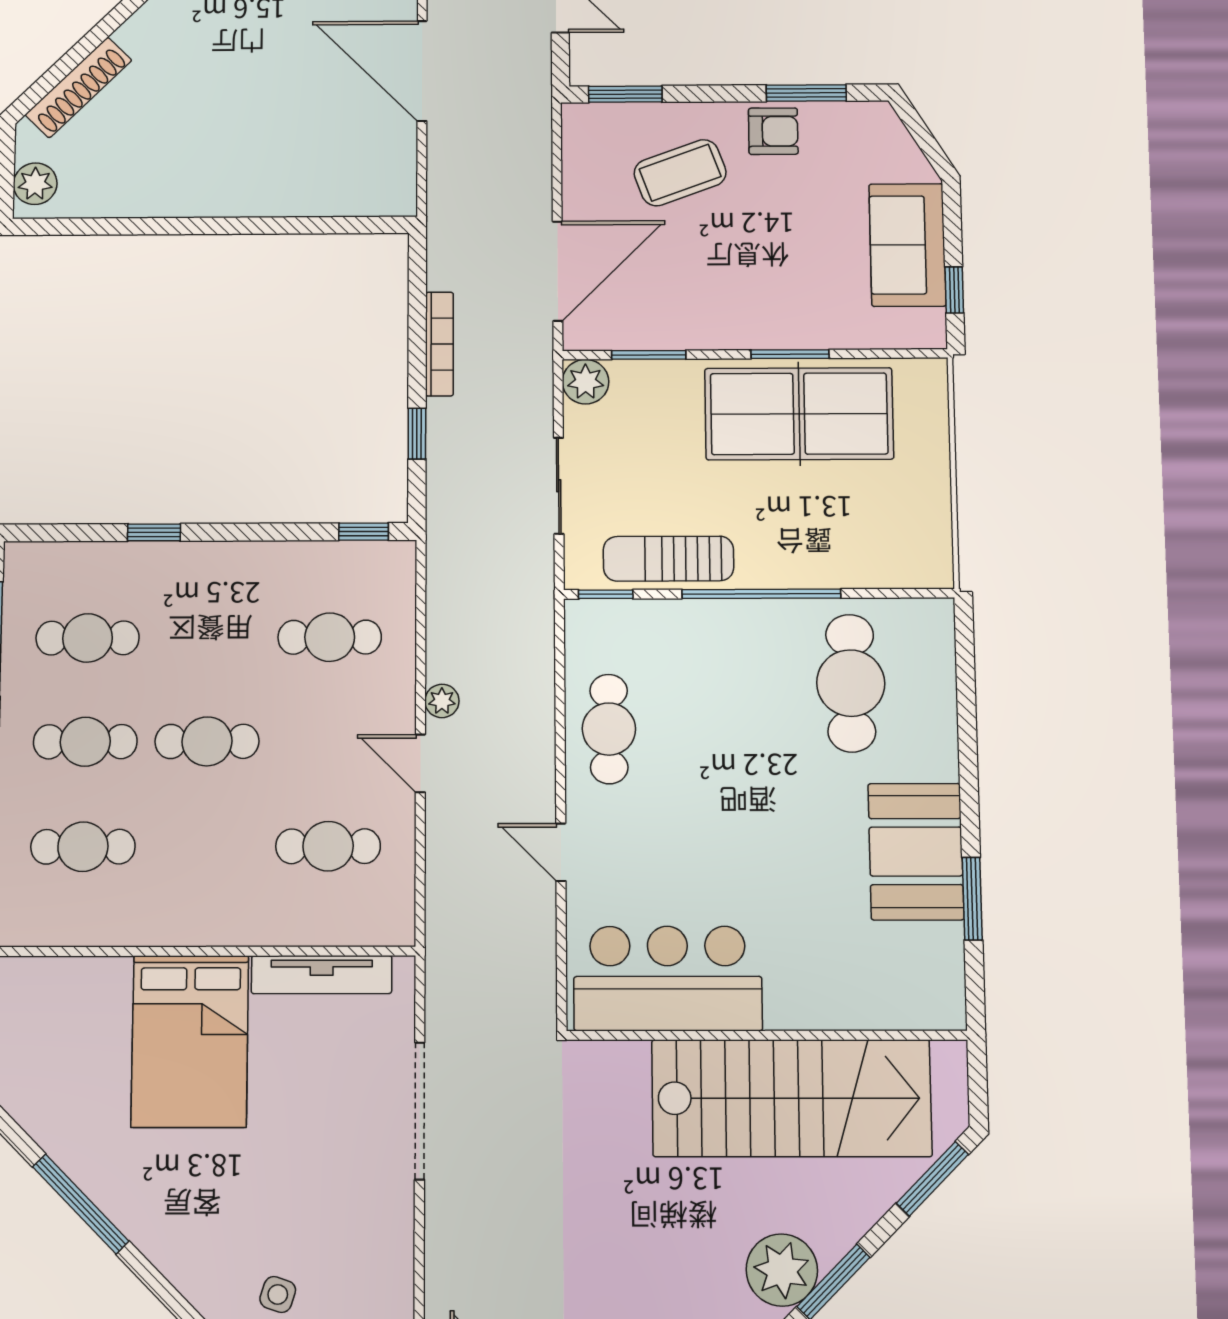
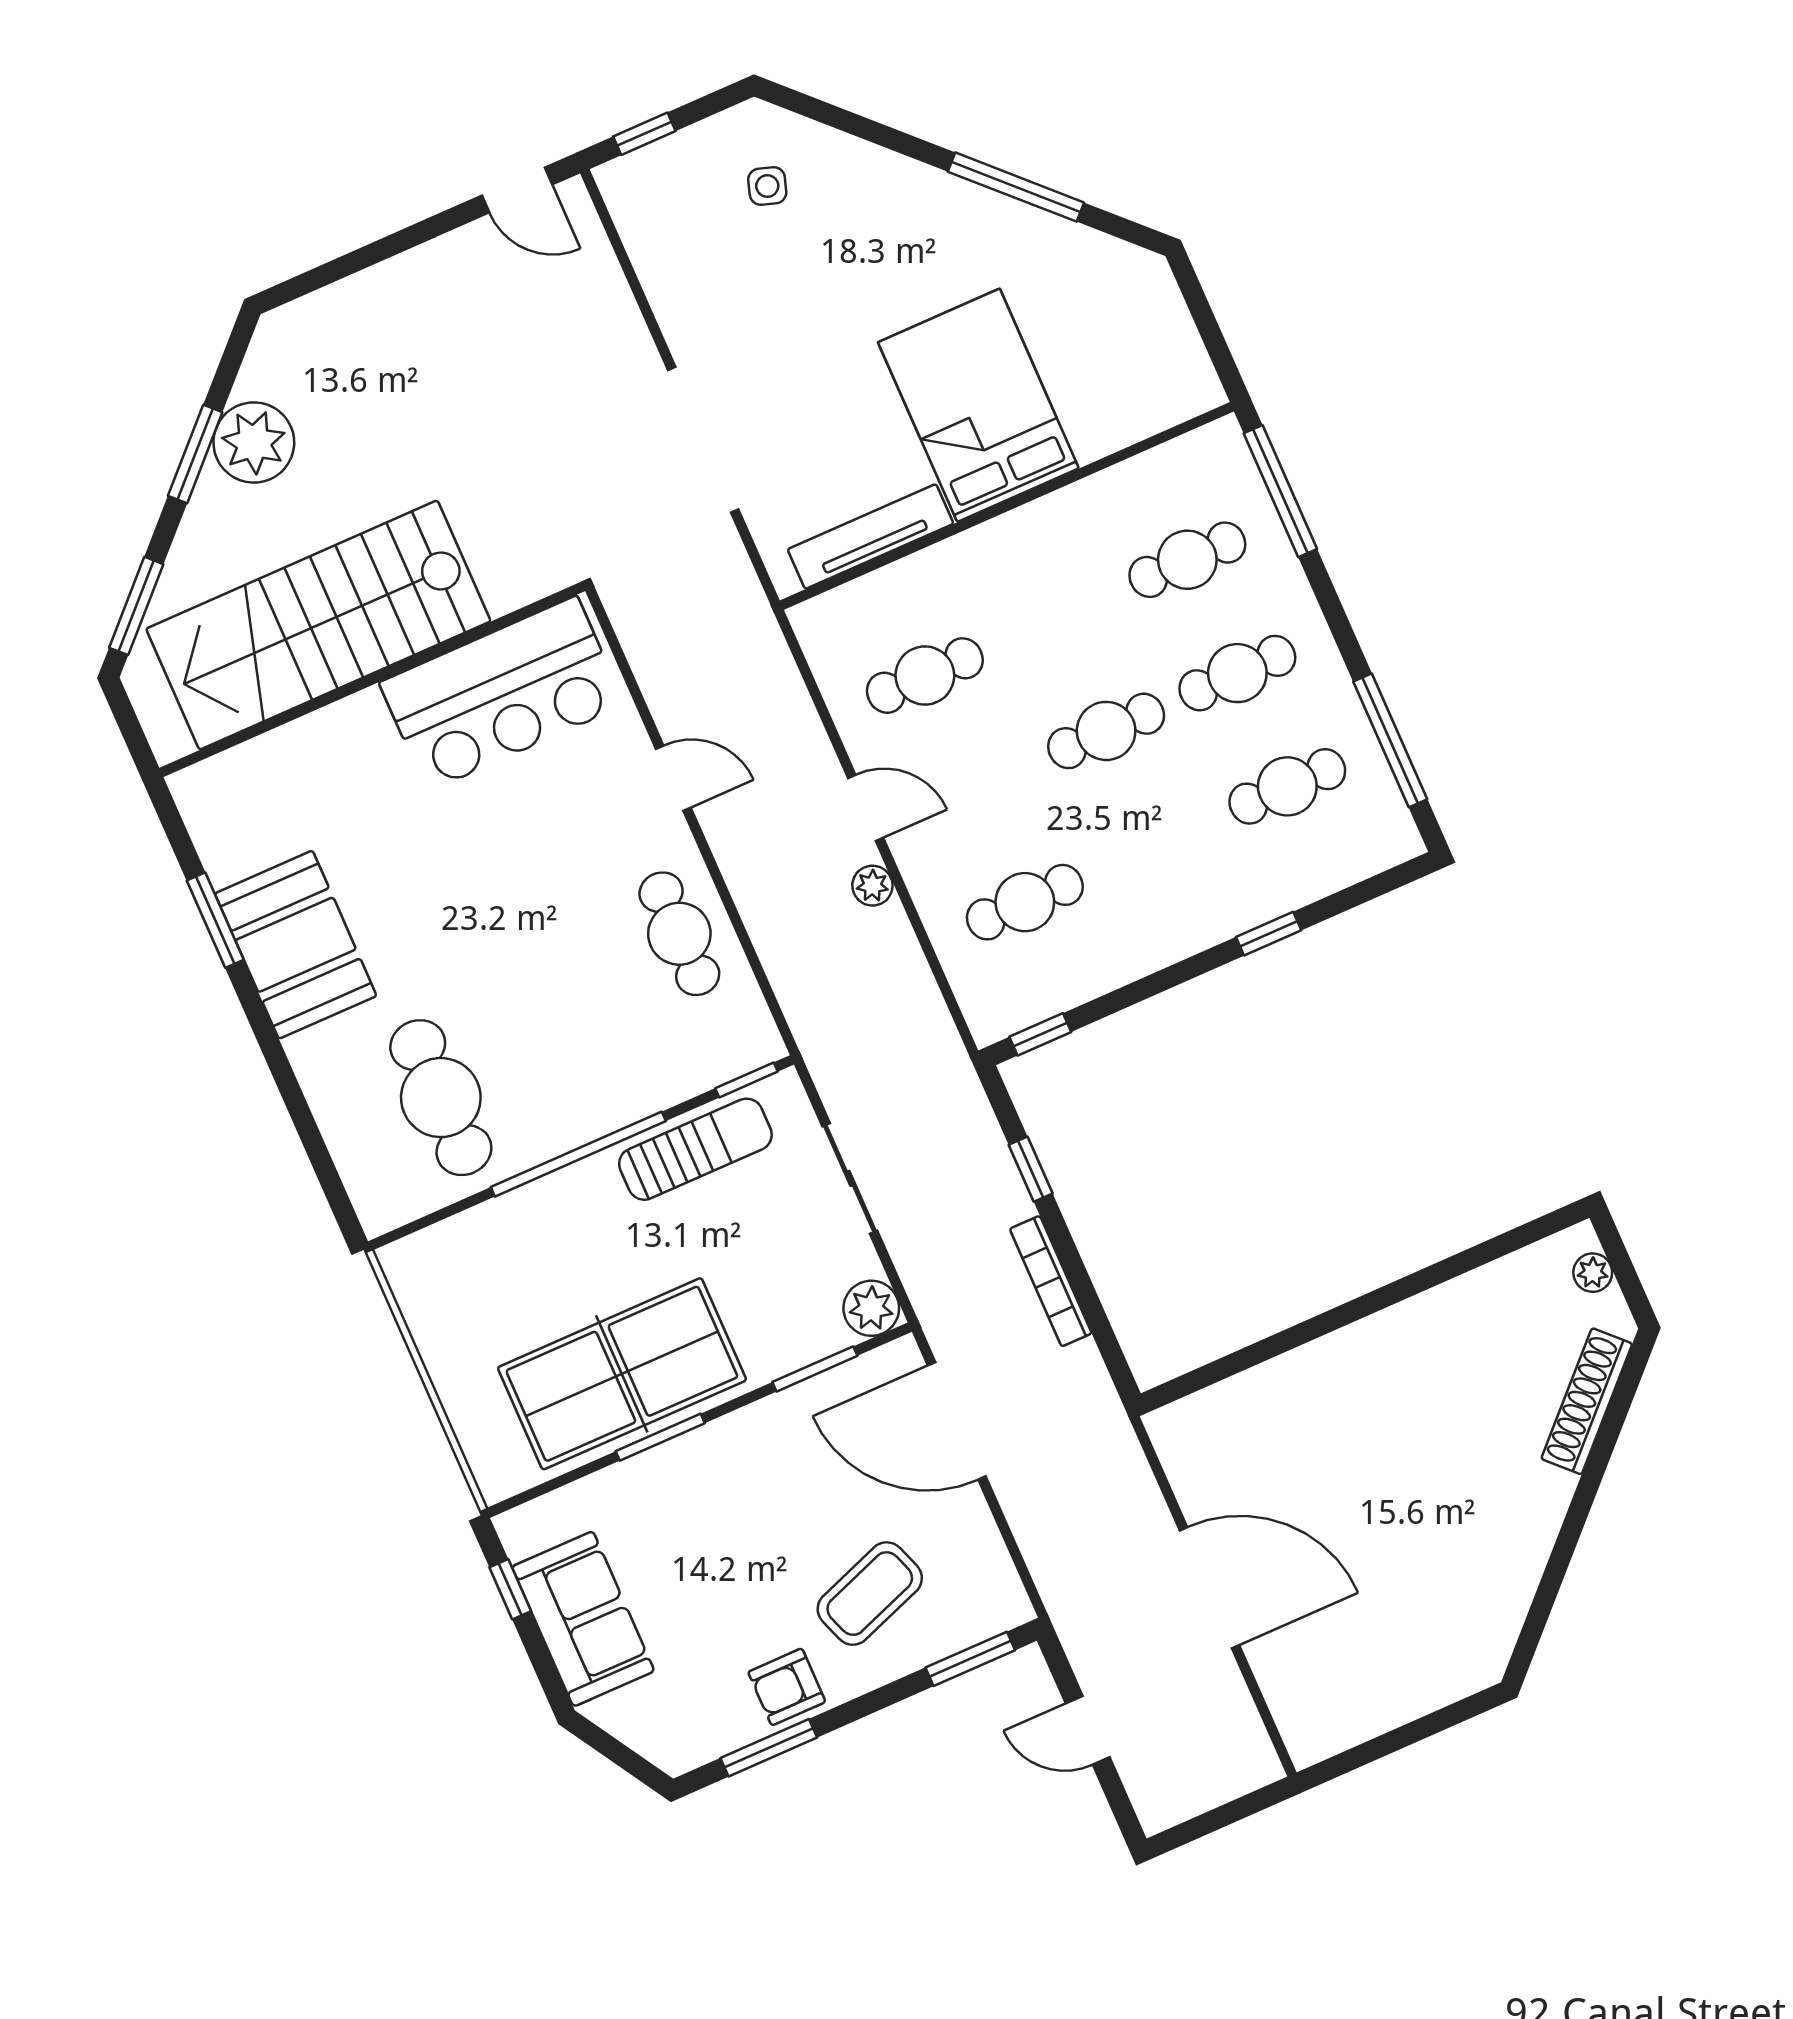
plant: (35, 184) -> (1593, 1273), width x0.73, depth x0.73
door: (557, 271) -> (957, 1421), hinge flipped

